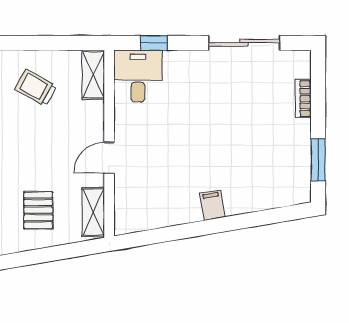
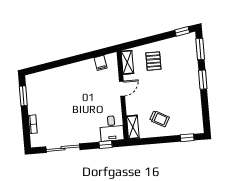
filing cabinet: (212, 205) -> (101, 63), moved

